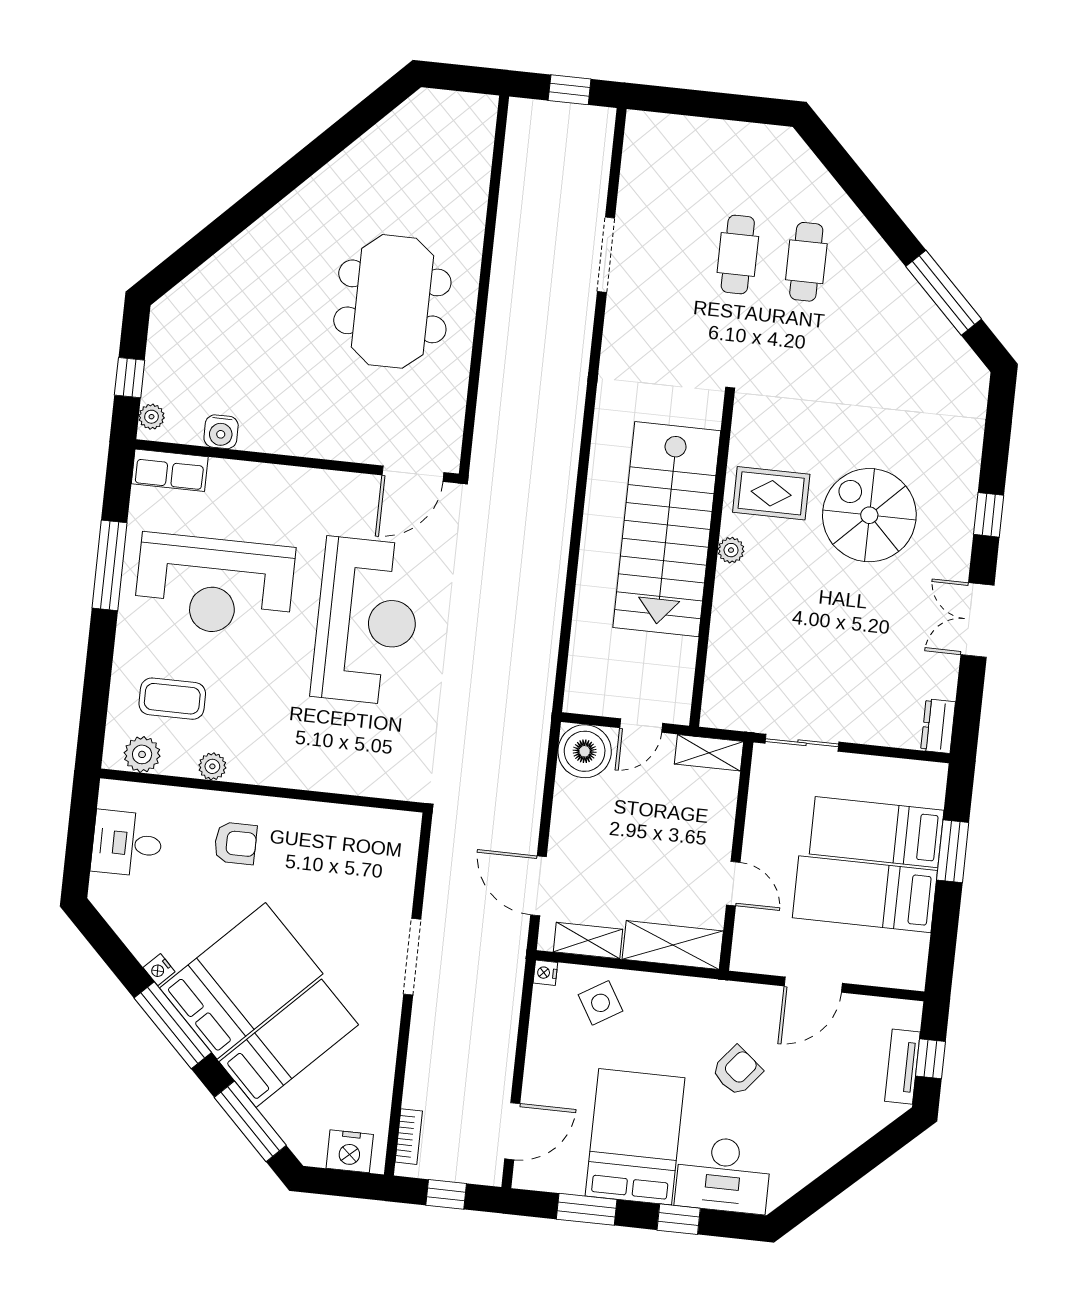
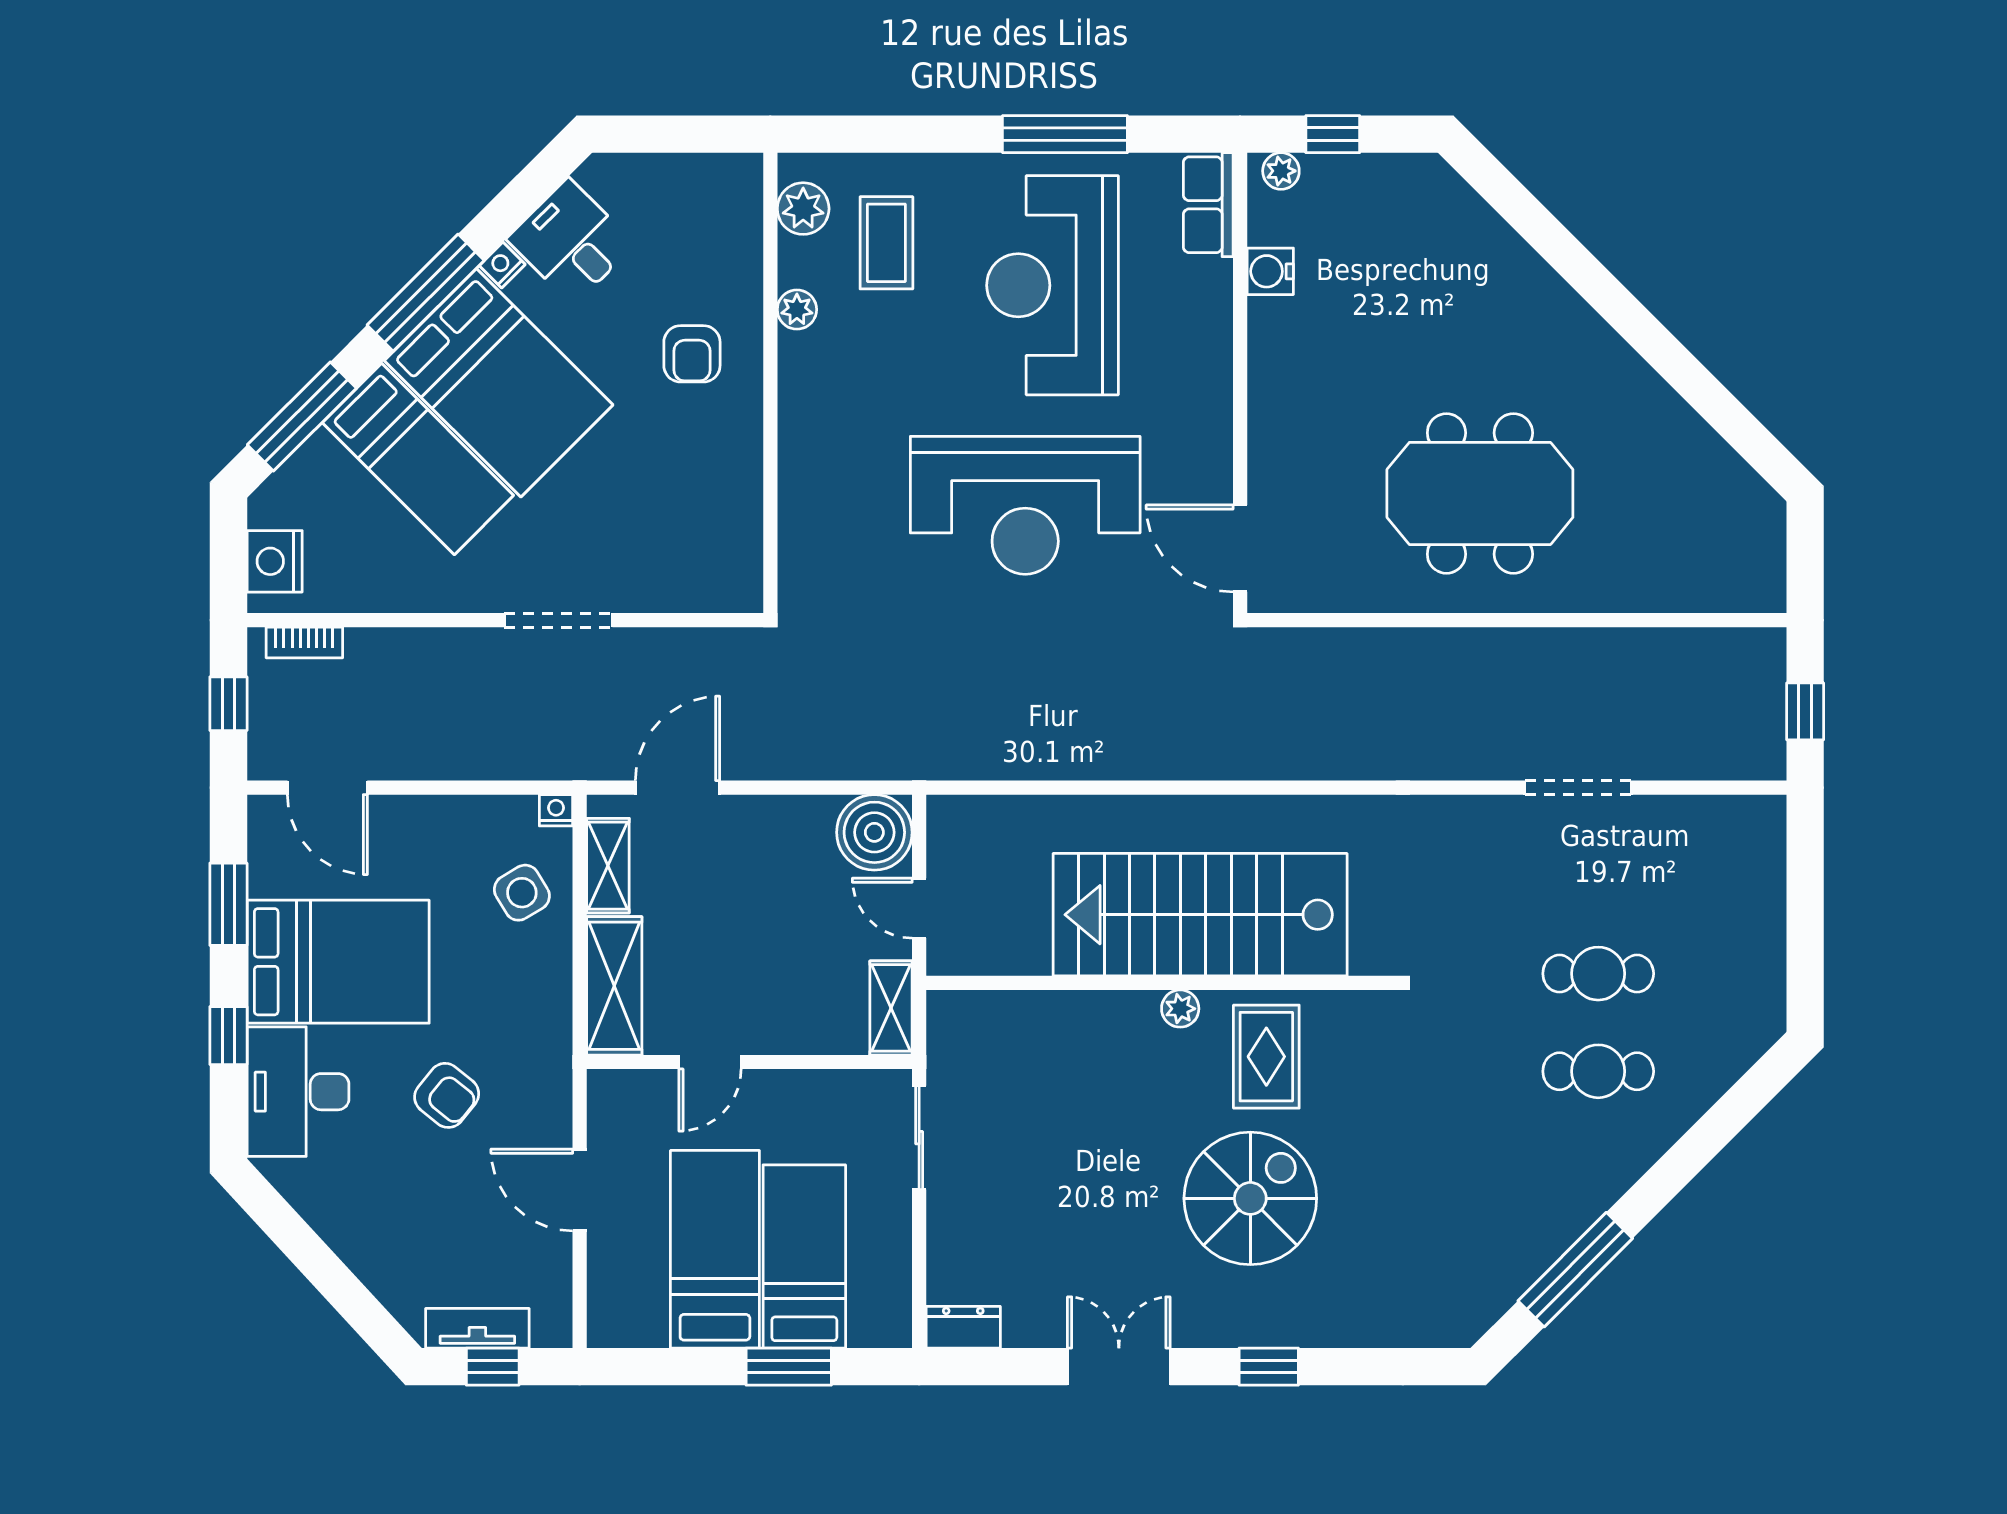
desk: (127, 843) -> (571, 242), moved, turned -45

